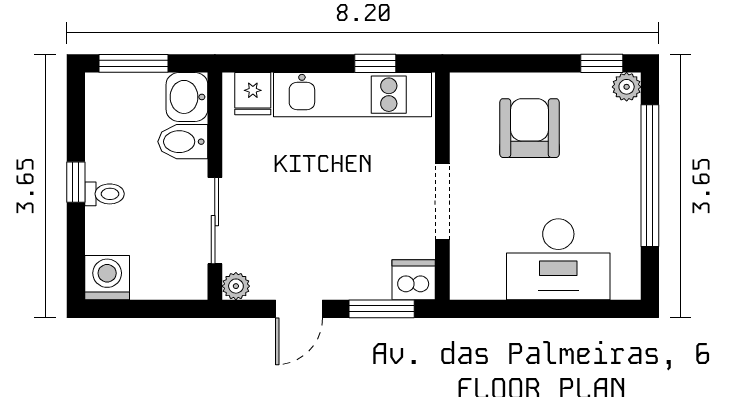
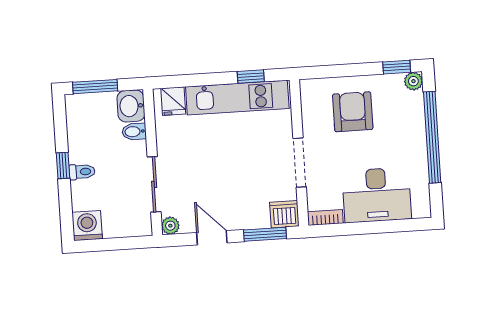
bidet: (183, 142) -> (134, 132), width x0.72, depth x0.74
bookcase: (477, 289) -> (325, 218), added
door: (299, 309) -> (212, 238), swing flipped

